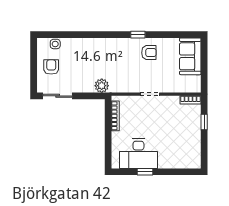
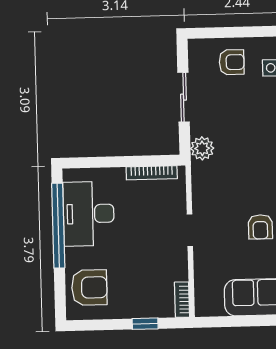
sliding door: (58, 96) -> (184, 97), moved
armchair: (182, 154) -> (89, 288), added
window: (145, 172) -> (58, 226), width x3.17

